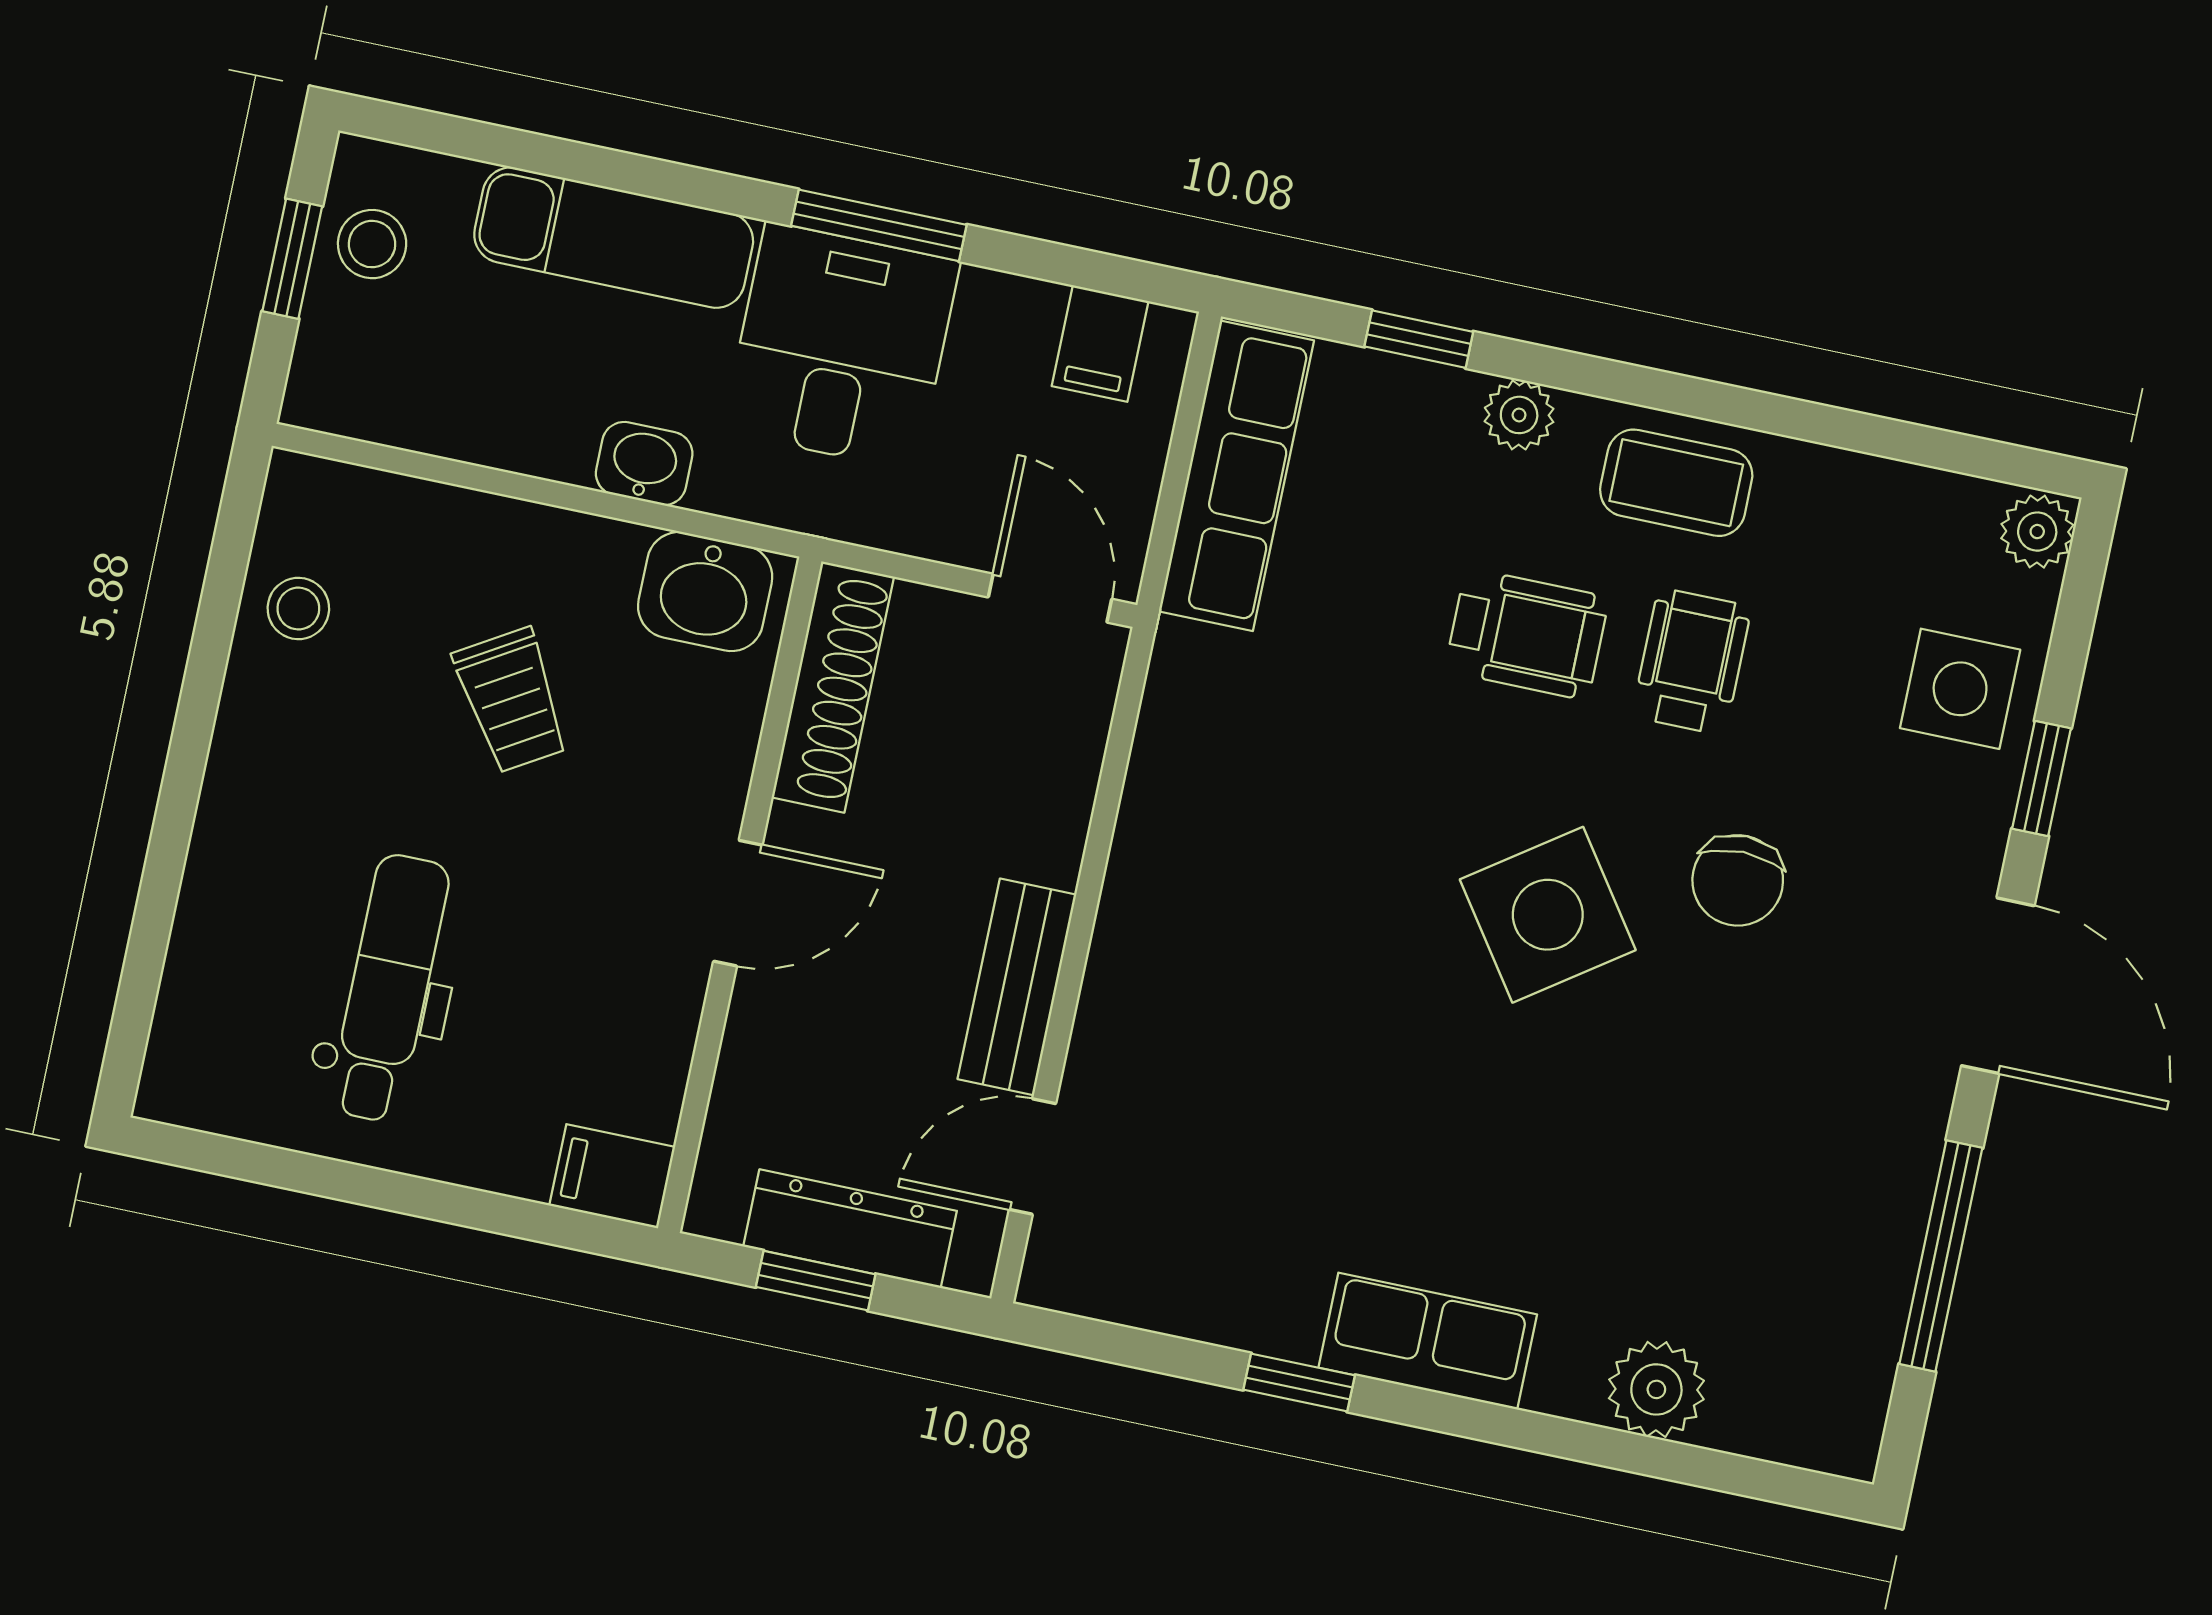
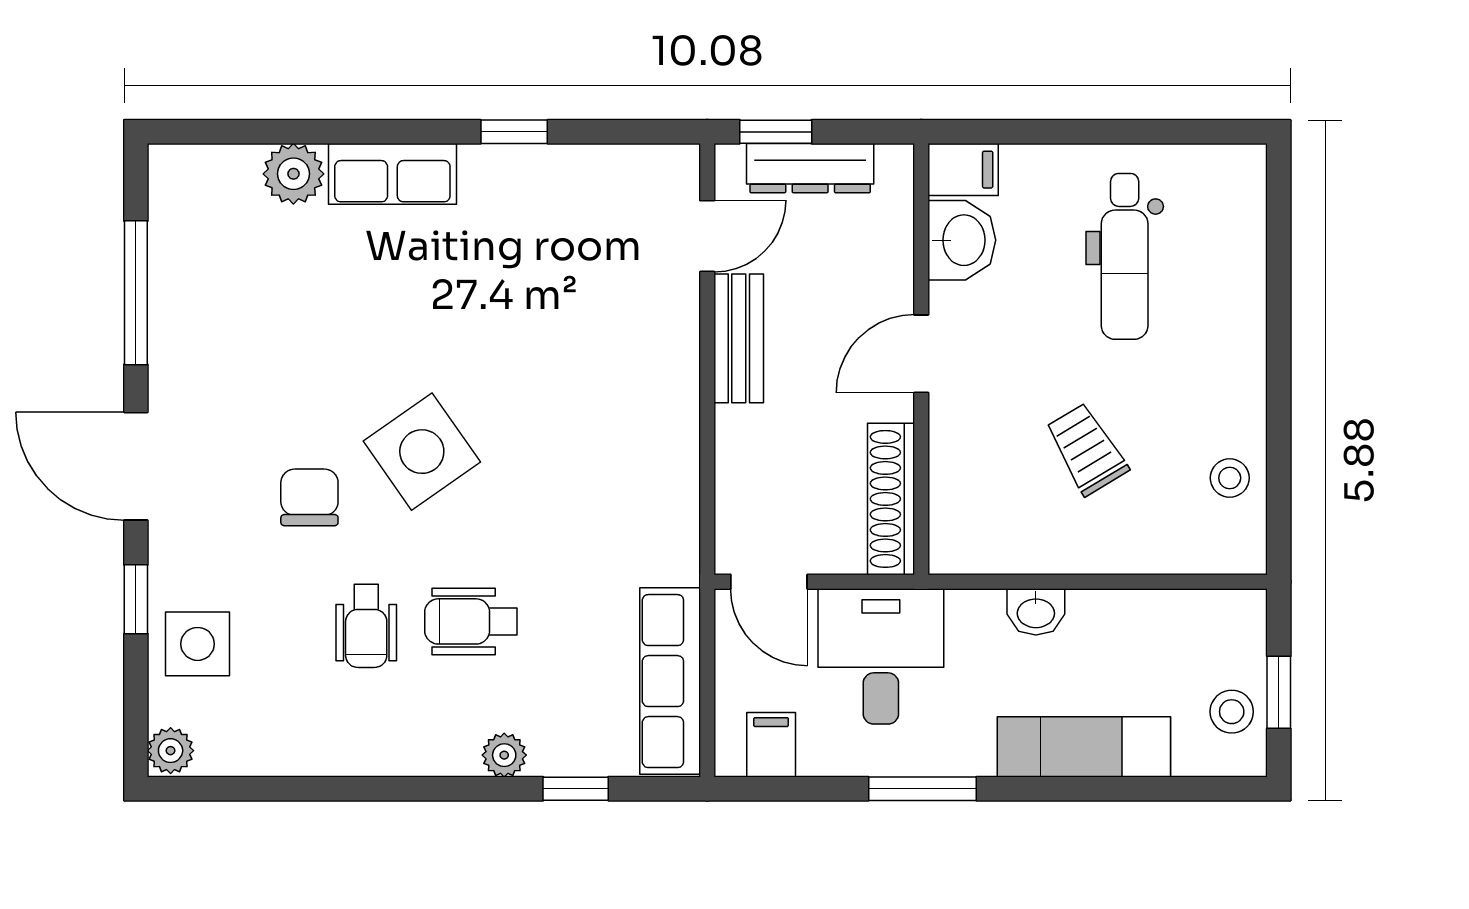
desk: (841, 346) -> (881, 656), moved, turned 180
coffee table: (1676, 483) -> (399, 734), removed
washbasin: (705, 592) -> (962, 240), moved, turned 90
window: (816, 1281) -> (776, 132), moved
row of seats: (1428, 1341) -> (392, 174), moved

